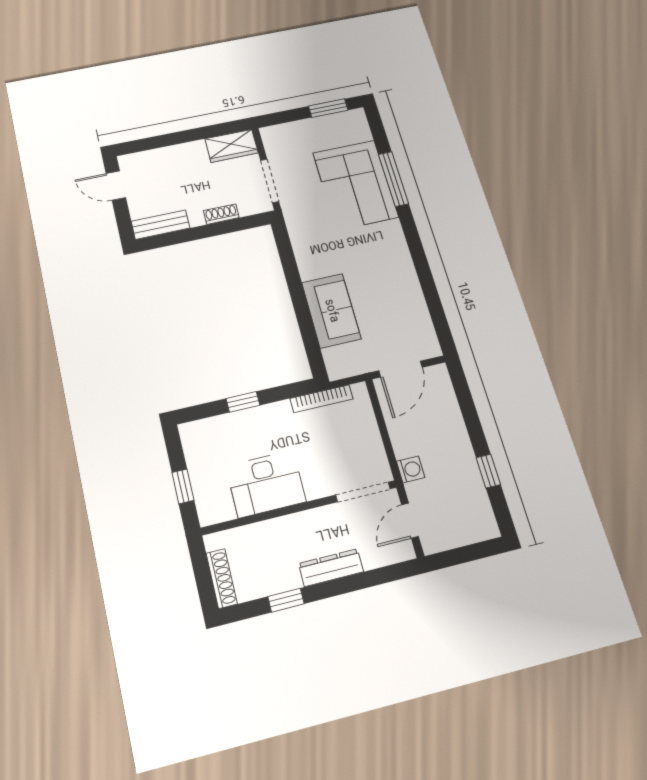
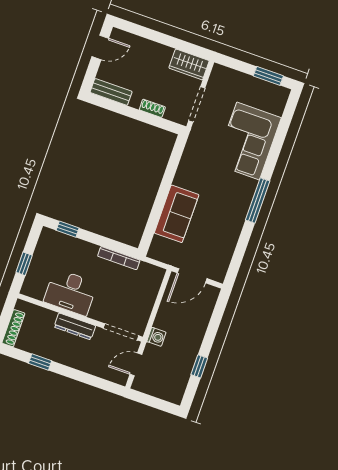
window: (393, 179) -> (258, 201), moved
door: (116, 186) -> (100, 47), swing flipped
bookcase: (322, 399) -> (119, 258), moved
window: (243, 402) -> (68, 229), moved
dresser: (331, 568) -> (75, 326), moved, turned 180

